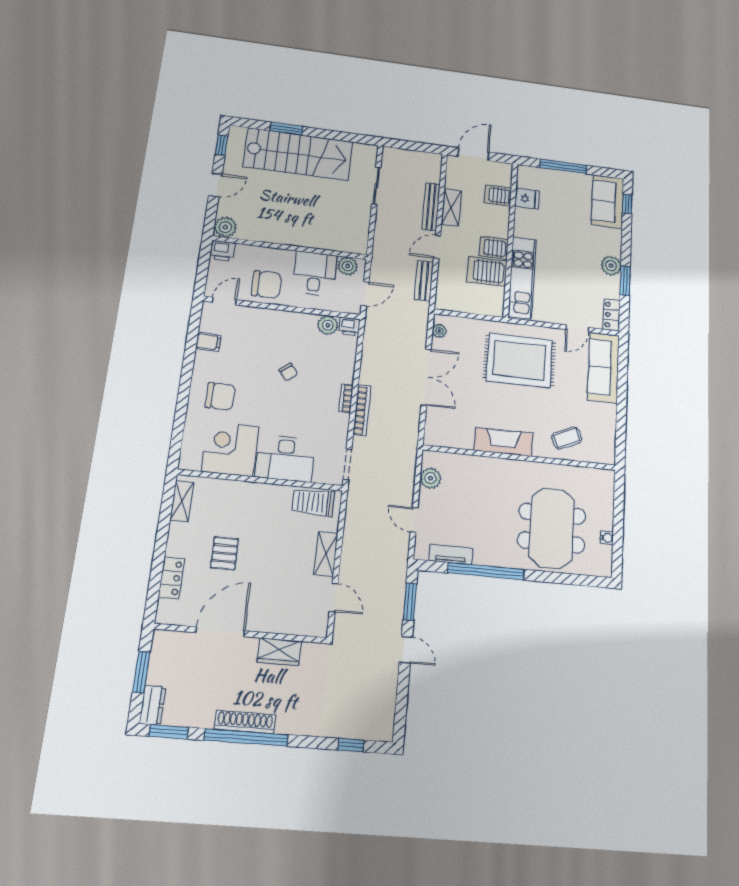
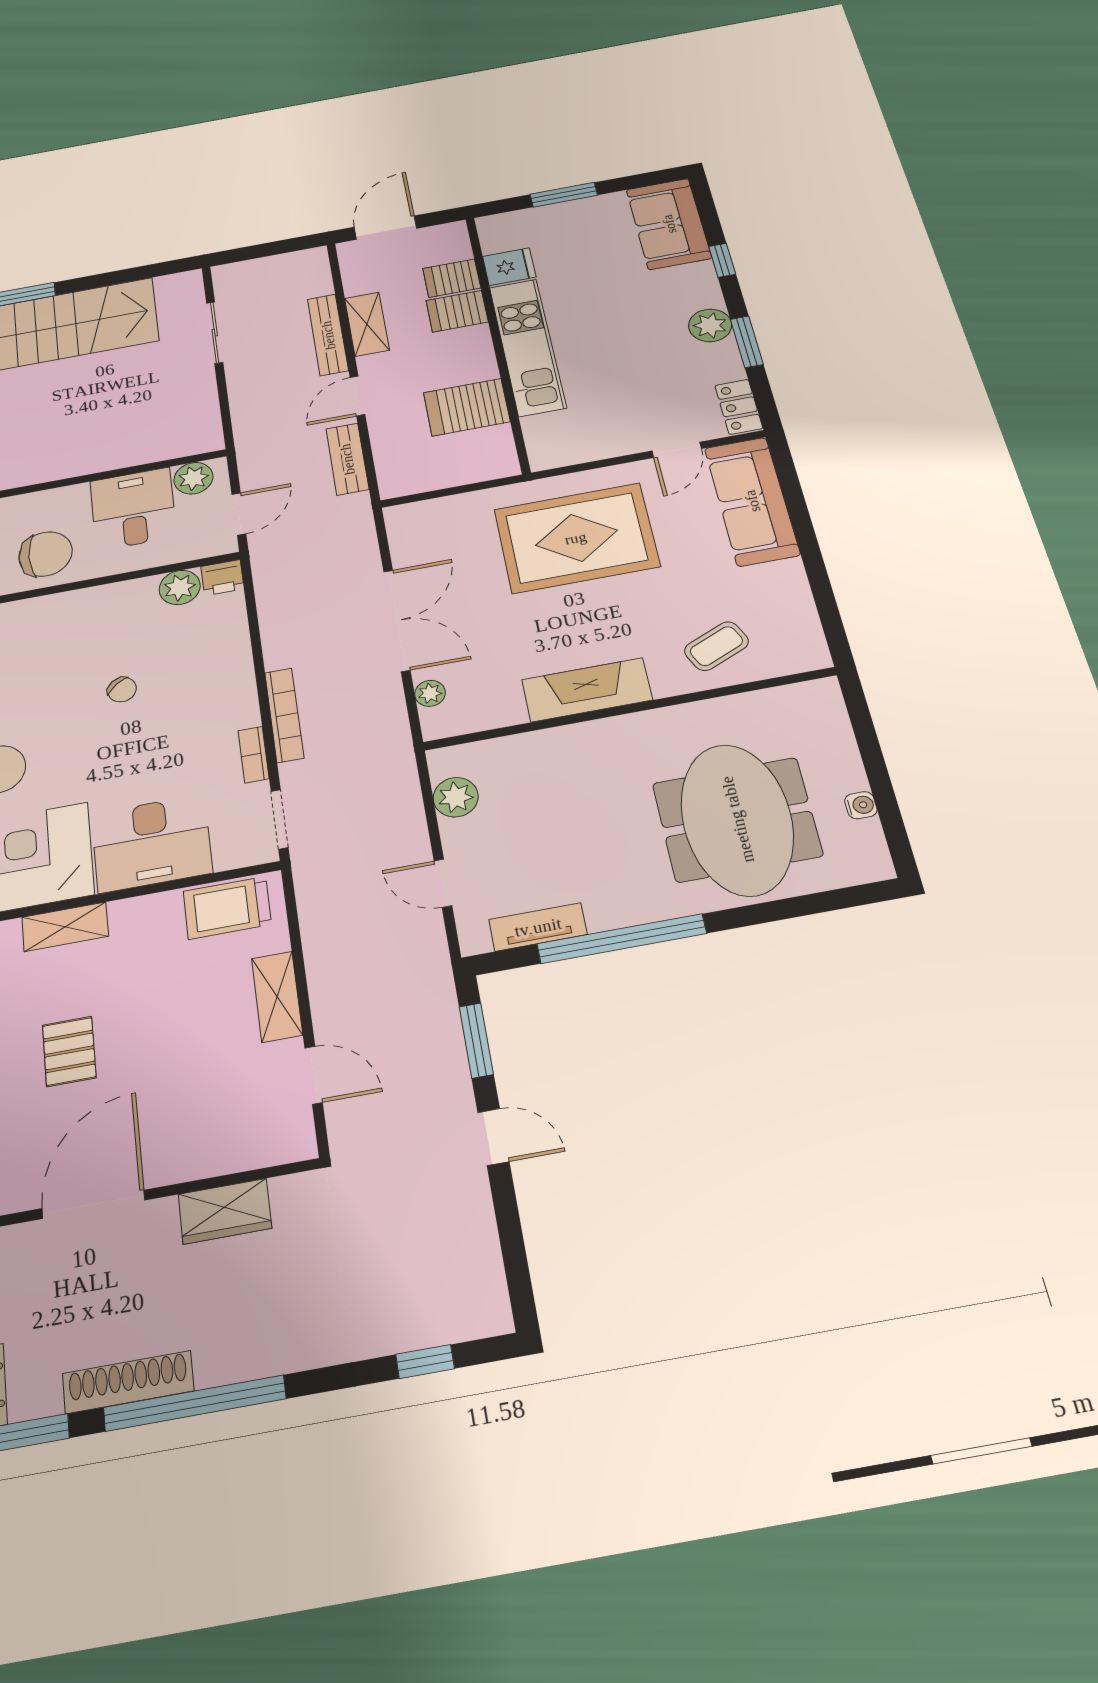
window: (563, 166) -> (564, 195), width x0.69
window: (627, 204) -> (722, 260), moved
server rack: (494, 248) -> (457, 311), moved
kitchen unit: (522, 278) -> (527, 347), moved
plant: (439, 331) -> (430, 693), moved
bookcase: (346, 398) -> (254, 755), moved
shelving: (235, 489) -> (65, 927), added
shoe rack: (245, 722) -> (128, 1382), moved

